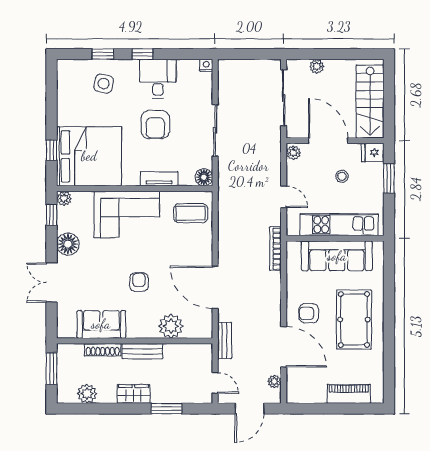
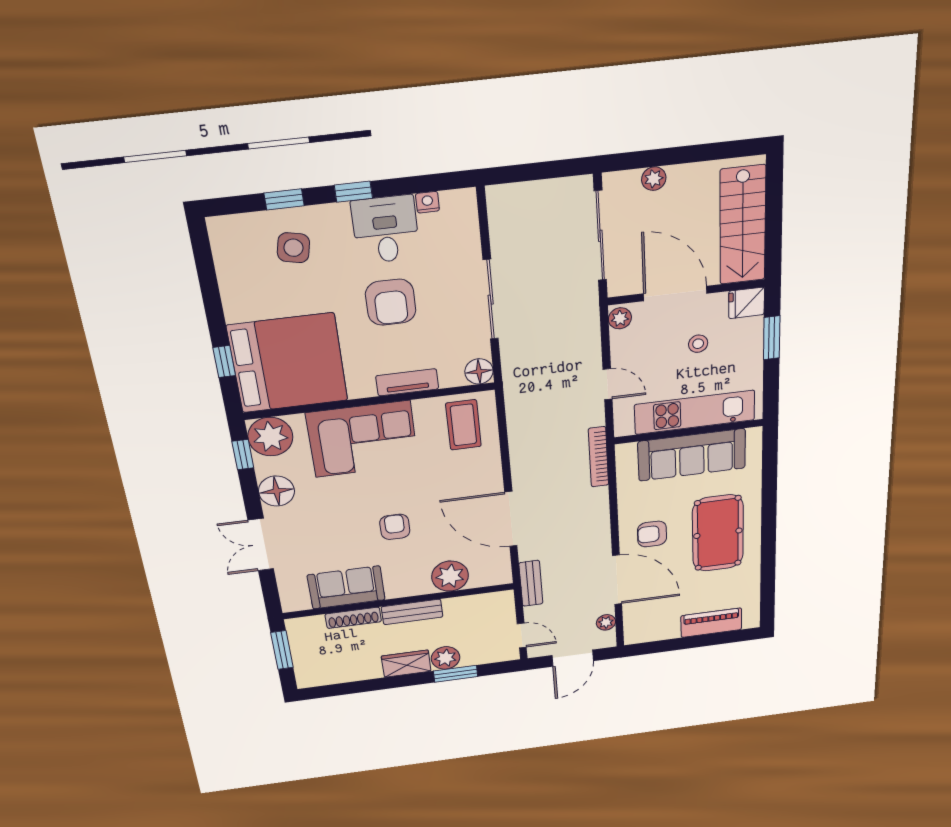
nightstand: (206, 65) -> (427, 202), moved
plant: (64, 198) -> (270, 437), width x1.88, depth x1.88
coffee table: (191, 213) -> (463, 425), turned 90
plant: (87, 394) -> (446, 658), moved

